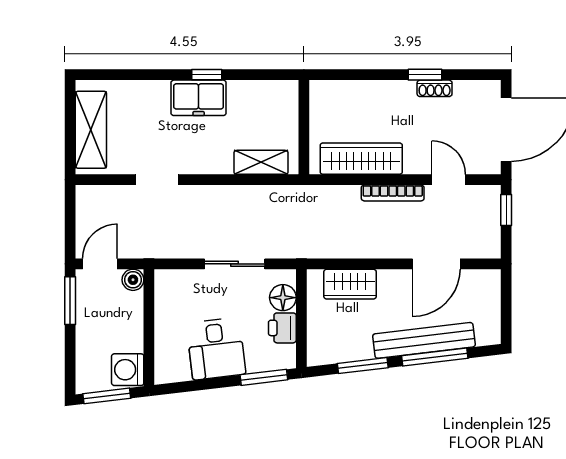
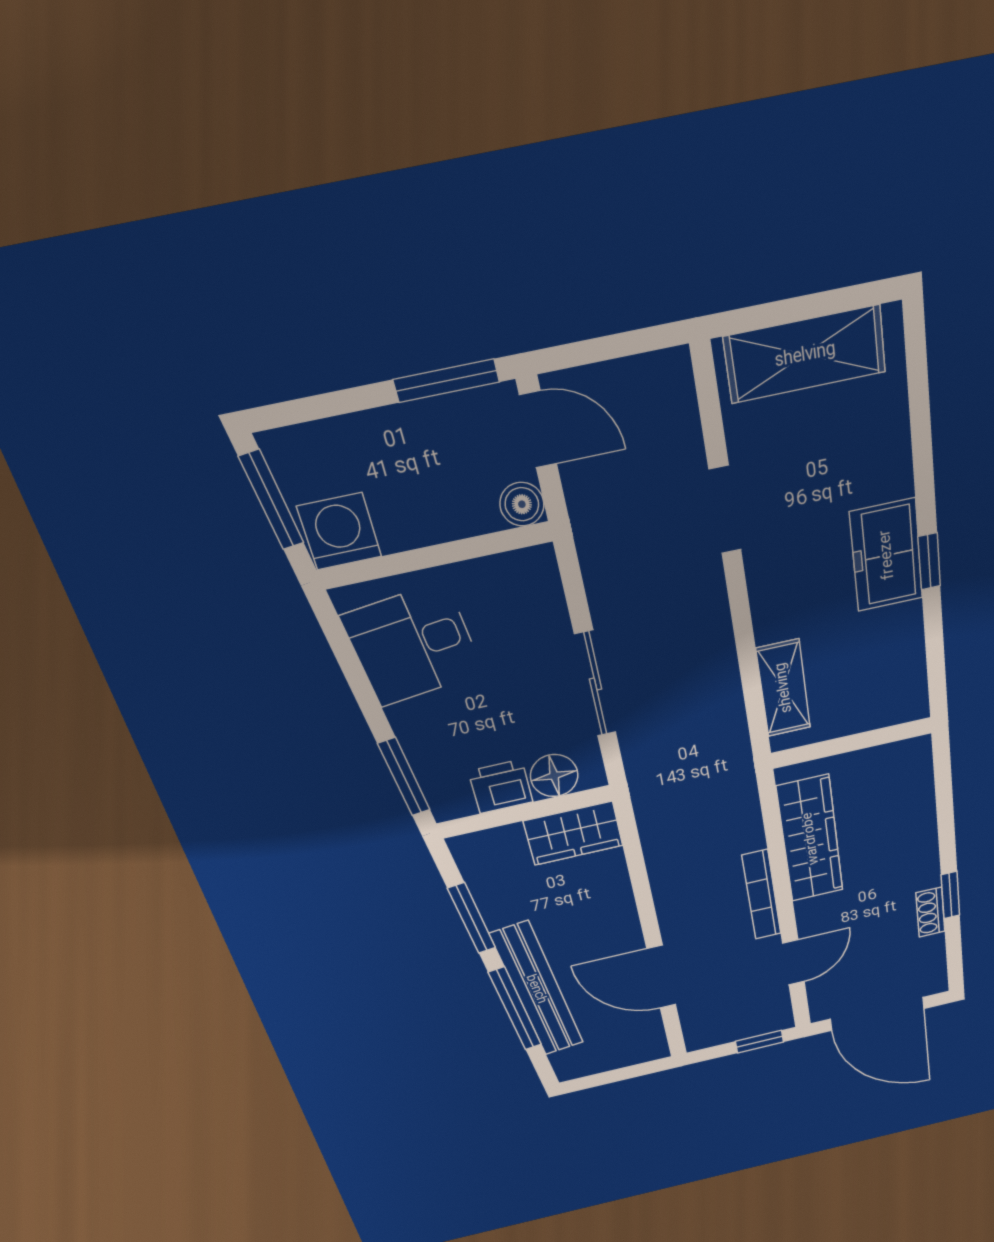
wardrobe: (350, 284) -> (573, 833), moved, turned -90
desk: (216, 349) -> (413, 645), moved

